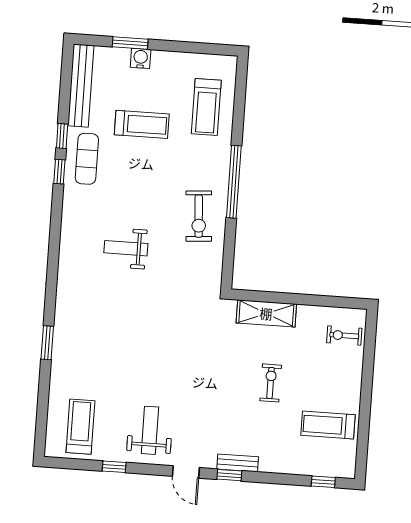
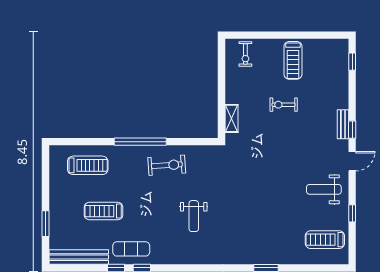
water cooler: (141, 58) -> (56, 215), removed
treadmill: (142, 124) -> (104, 211), turned -90
shelving: (266, 313) -> (231, 118), width x0.67, depth x0.75
treadmill: (328, 425) -> (293, 60), moved

